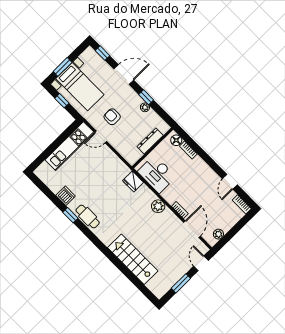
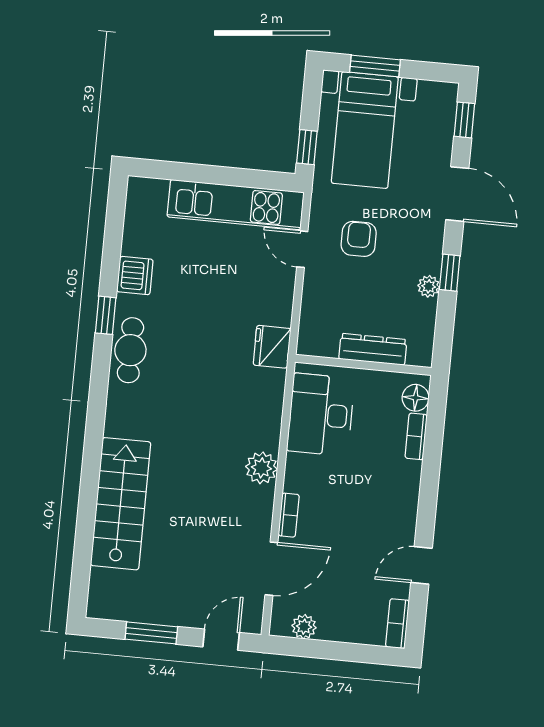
window: (62, 101) -> (307, 147), moved
fridge: (133, 182) -> (272, 347), moved

